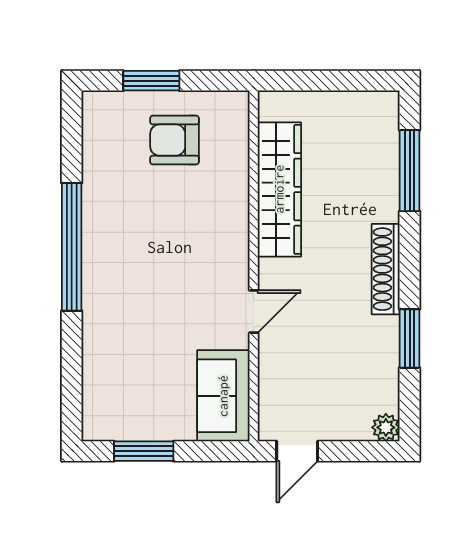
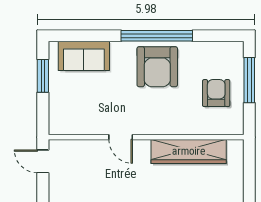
window: (151, 81) -> (249, 80), width x1.44
armchair: (127, 246) -> (157, 67), added
sofa: (223, 396) -> (84, 56), moved, turned 180

